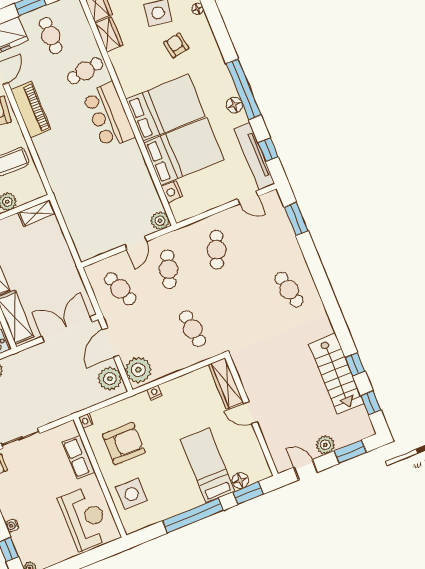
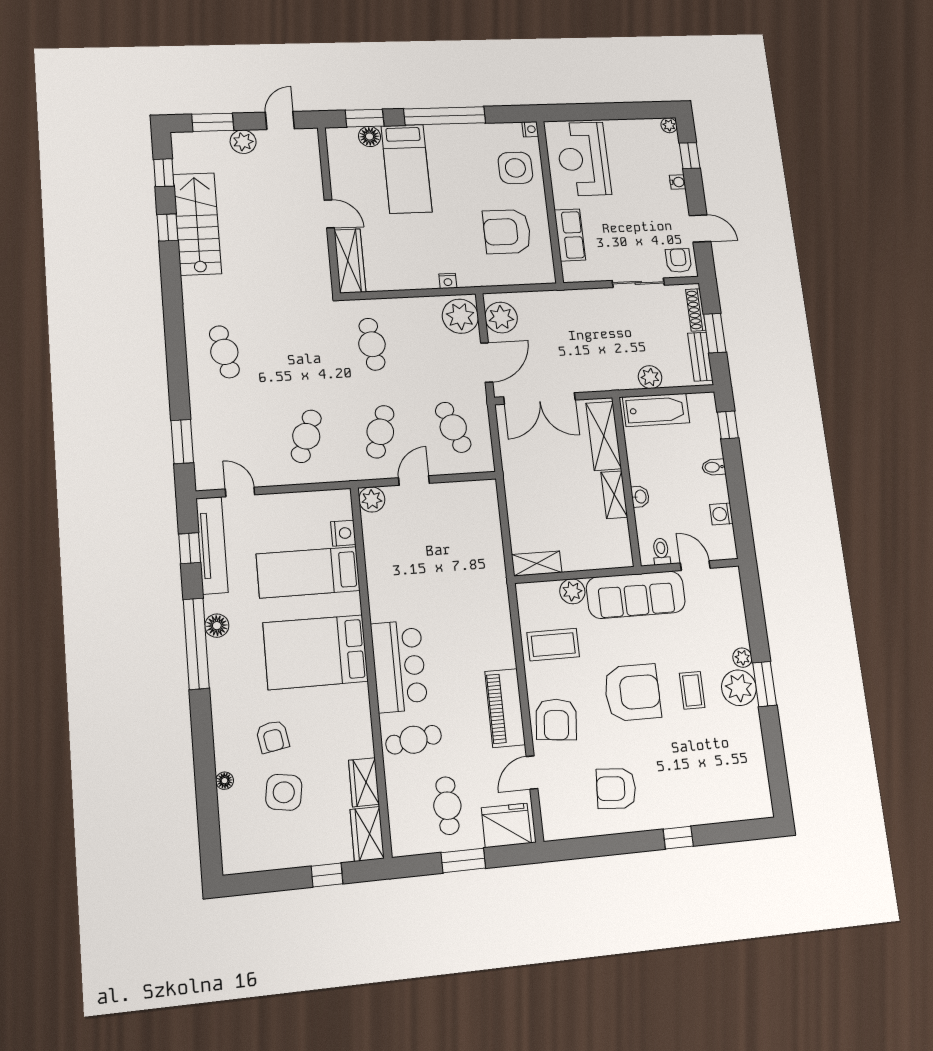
bed: (184, 151) -> (308, 572), width x0.67
nightstand: (86, 421) -> (530, 129), moved
door: (306, 470) -> (280, 120), swing flipped

